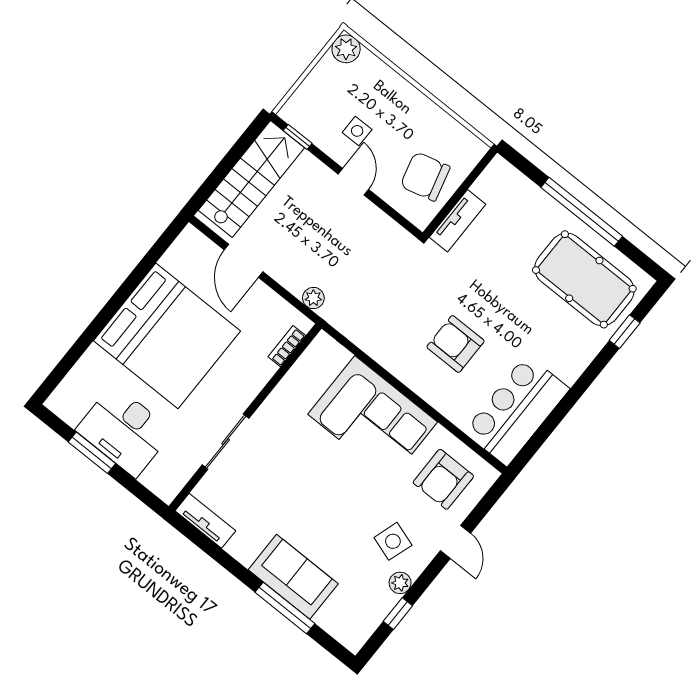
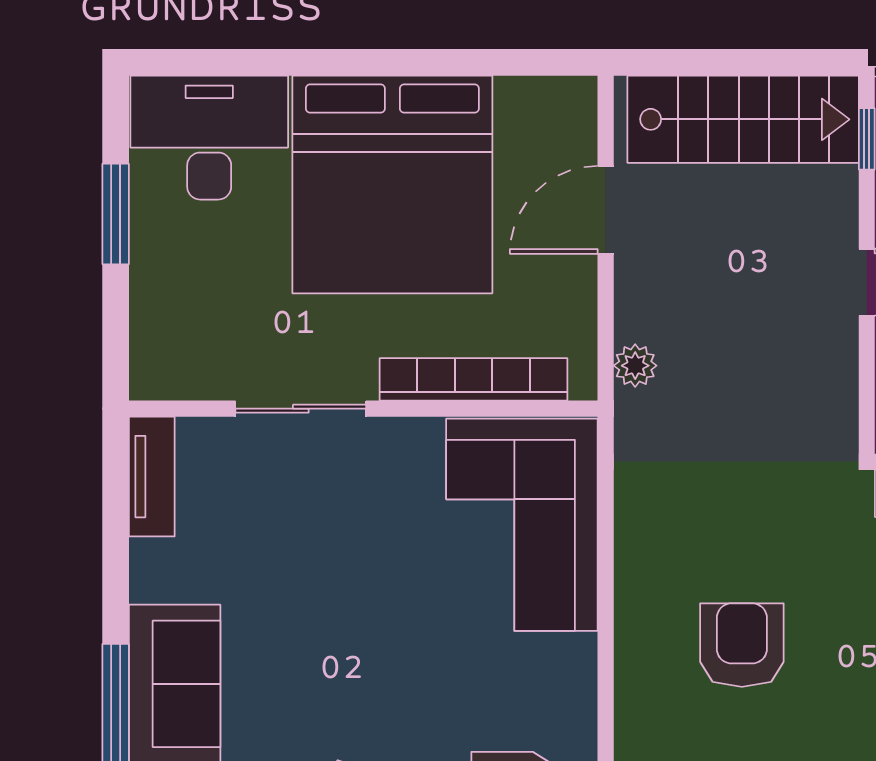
bookcase: (287, 346) -> (473, 379), width x2.31, depth x1.31
corner sofa: (373, 418) -> (522, 525), moved
desk: (124, 431) -> (209, 138), moved, turned 90

